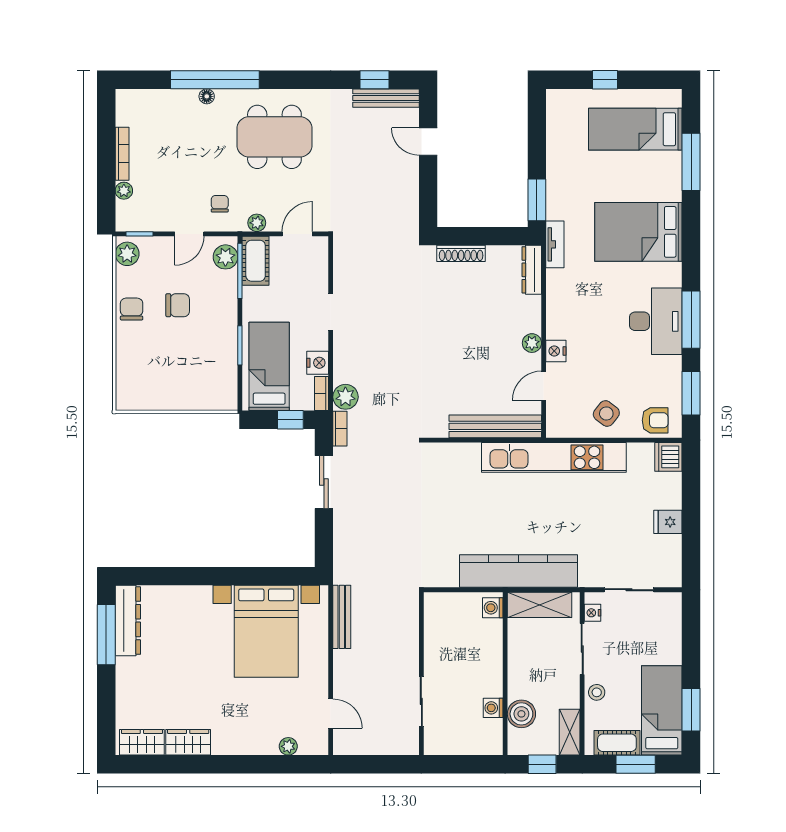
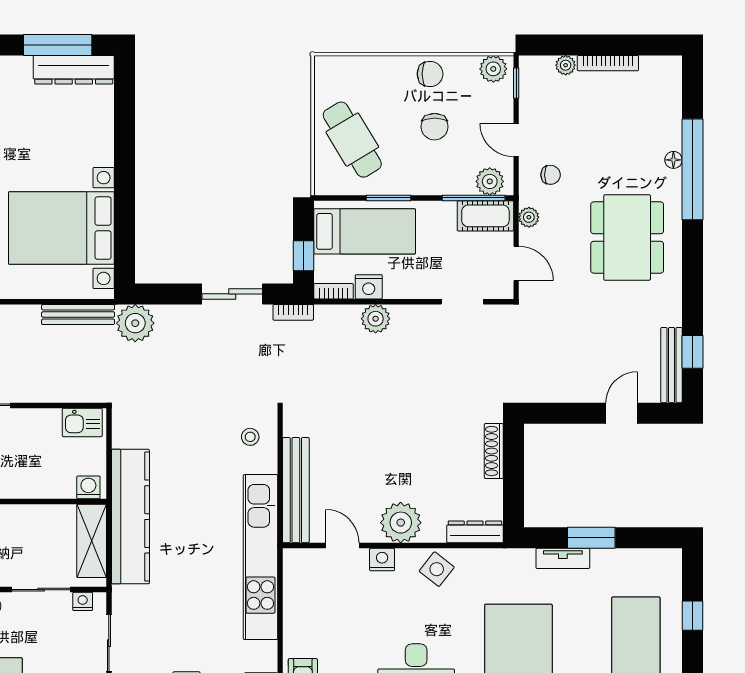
window: (537, 200) -> (591, 538), moved
tv unit: (555, 244) -> (563, 558), moved
doorway: (331, 312) -> (462, 302), moved
plant: (532, 343) -> (401, 523), width x1.87, depth x1.87
cafe table: (189, 377) -> (352, 140), added
plant: (345, 397) -> (376, 319), moved
side table: (606, 413) -> (437, 569), moved
stool: (449, 466) -> (250, 437), added
plant: (349, 567) -> (135, 323), added
kitchen sink: (436, 613) -> (82, 422), added

